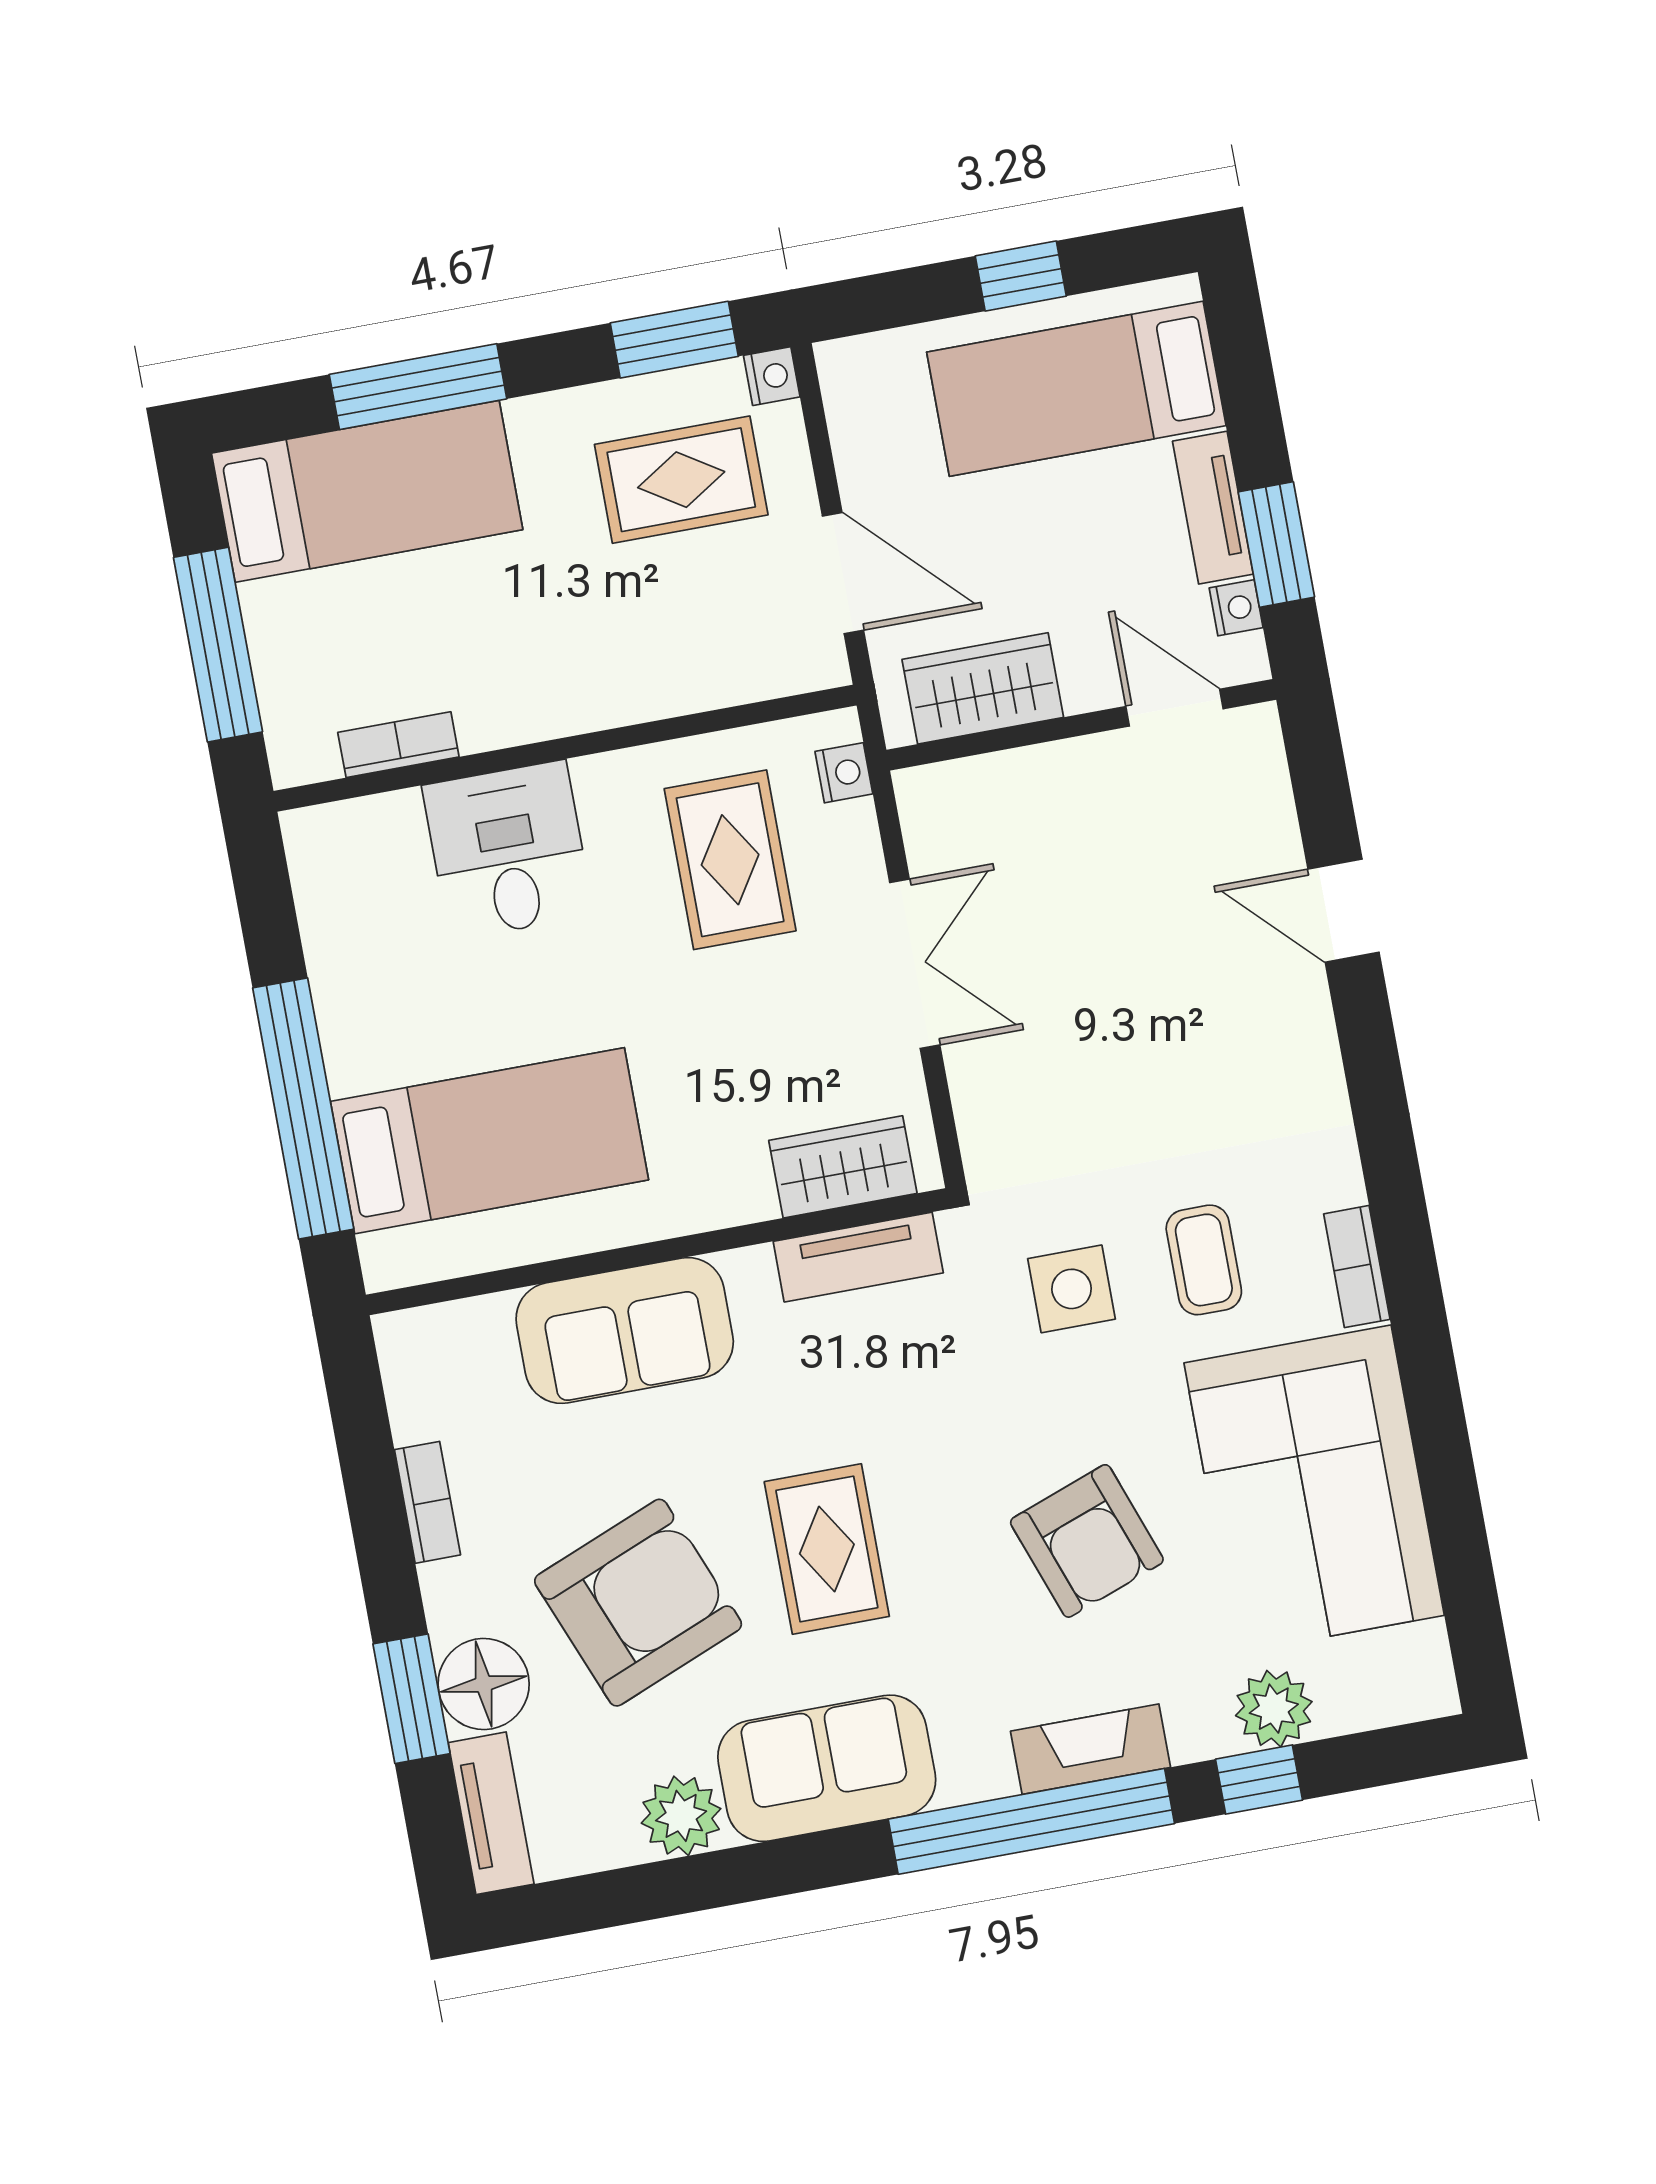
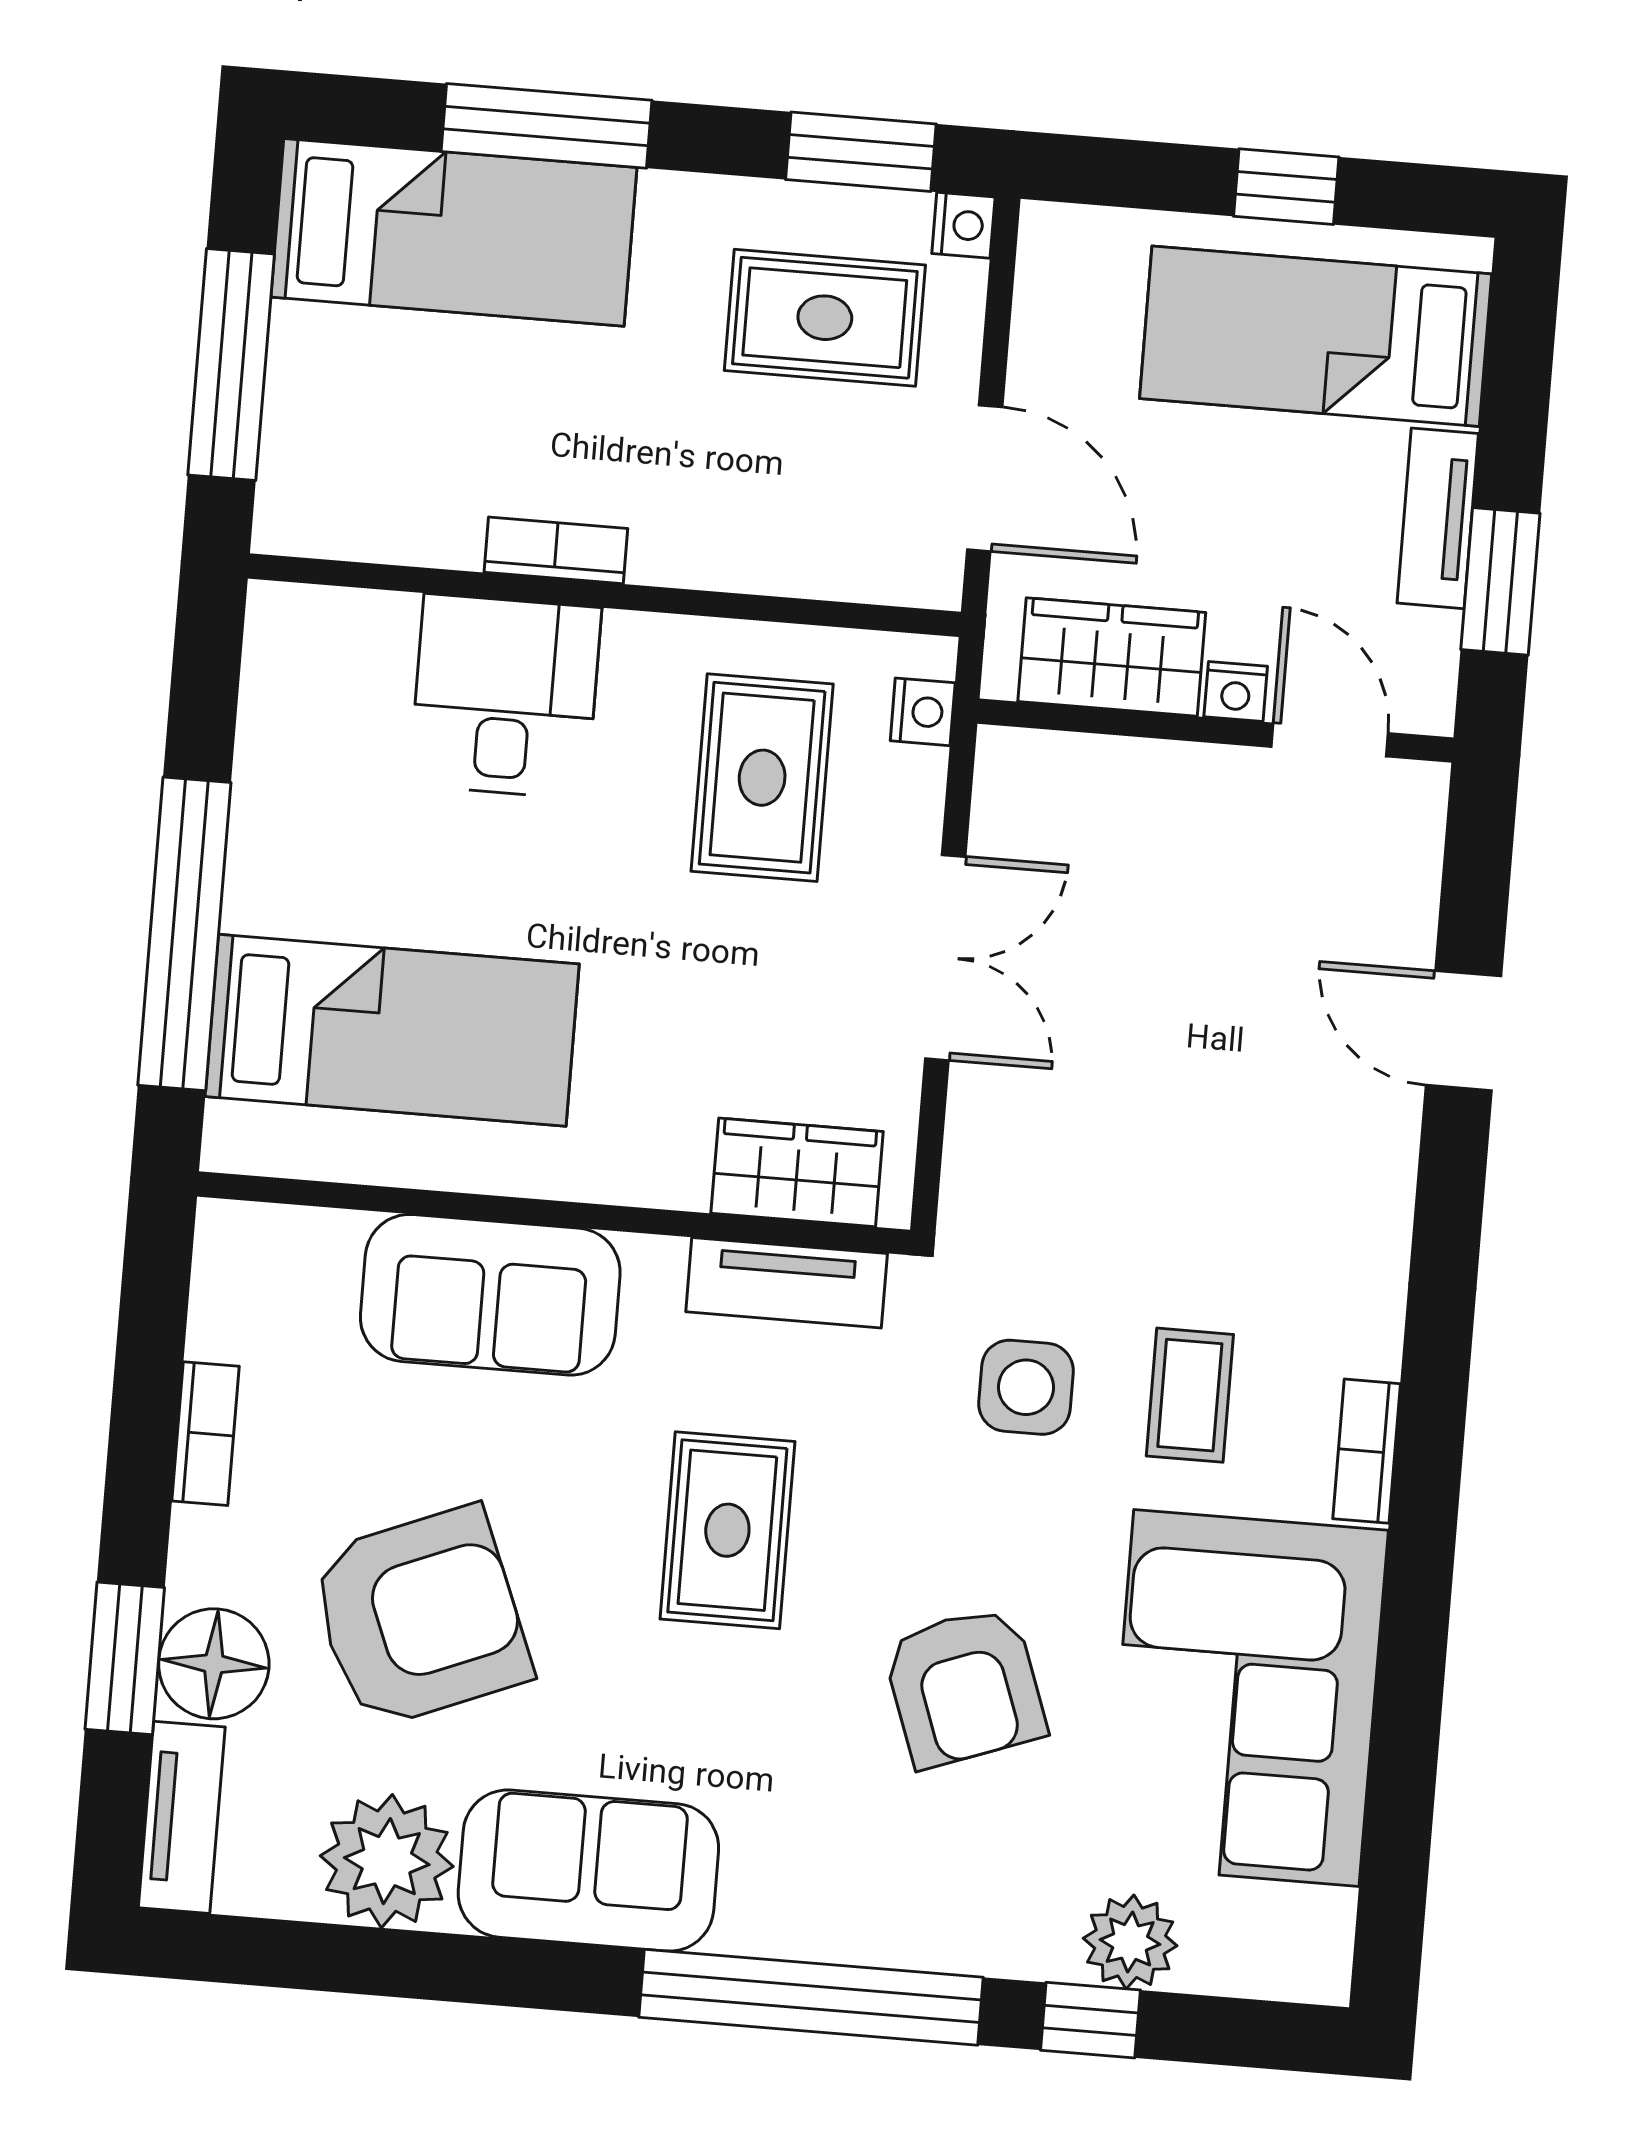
nightstand: (1236, 608) -> (1236, 692), moved, turned 90
bookcase: (398, 745) -> (556, 550), moved
rug: (827, 1549) -> (727, 1530), moved
fireplace: (1091, 1749) -> (903, 1932), removed
plant: (681, 1816) -> (387, 1861), width x1.36, depth x1.36

